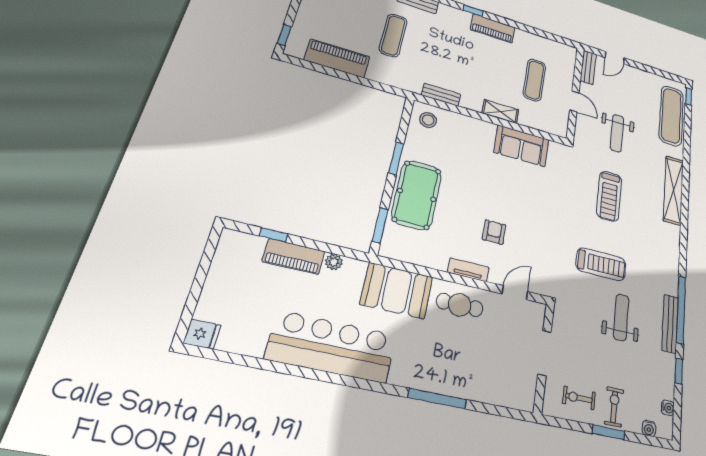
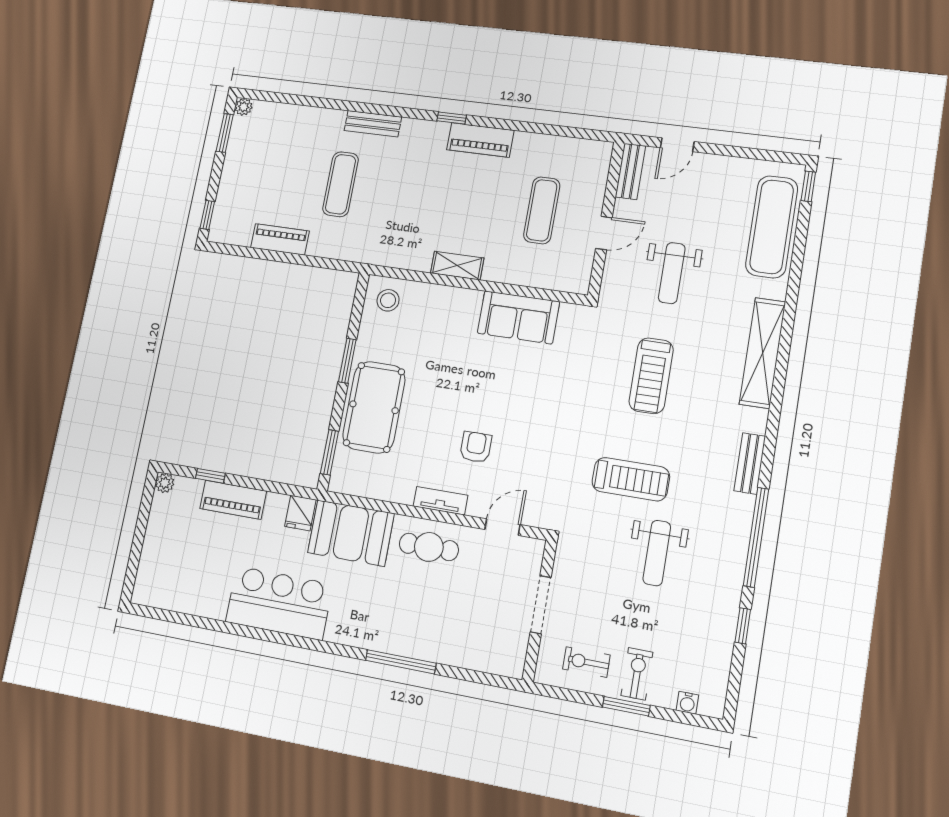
piano: (337, 58) -> (280, 239), width x0.73, depth x0.75
bench: (441, 95) -> (405, 260), removed
door: (574, 101) -> (604, 233), hinge flipped
shelving: (500, 111) -> (457, 266), moved
plant: (334, 262) -> (165, 483), moved
weight bench: (621, 317) -> (657, 553), turned 180
bench: (670, 324) -> (750, 463), moved, width x0.73
fridge: (202, 334) -> (300, 513), moved, turned 90
bar counter: (332, 347) -> (279, 603), width x0.73
water cooler: (668, 408) -> (720, 676), removed

